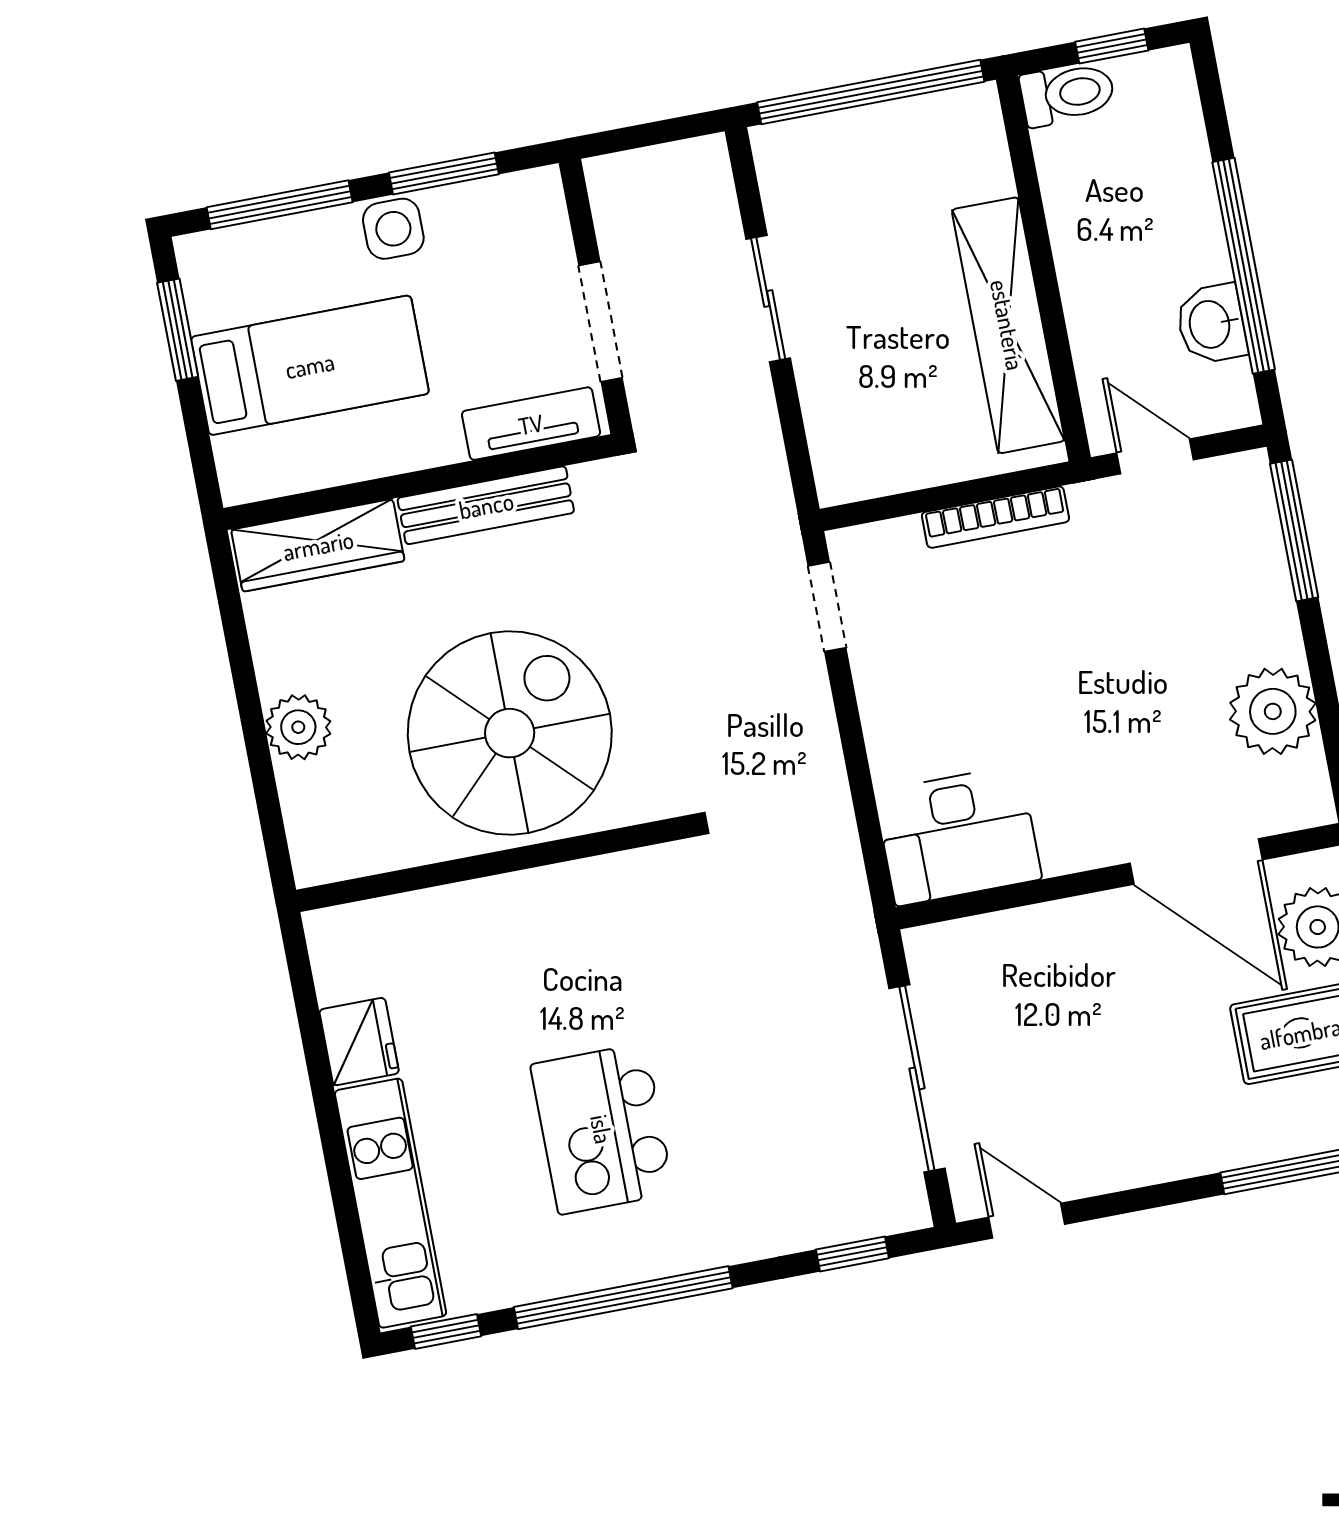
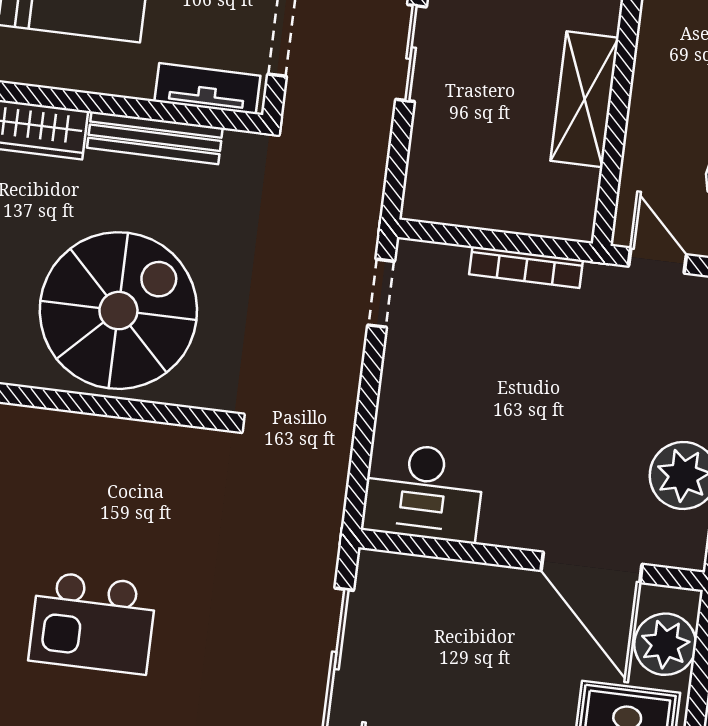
shelving: (1008, 325) -> (585, 99), width x0.68
kitchen island: (602, 1129) -> (93, 623), turned -90

